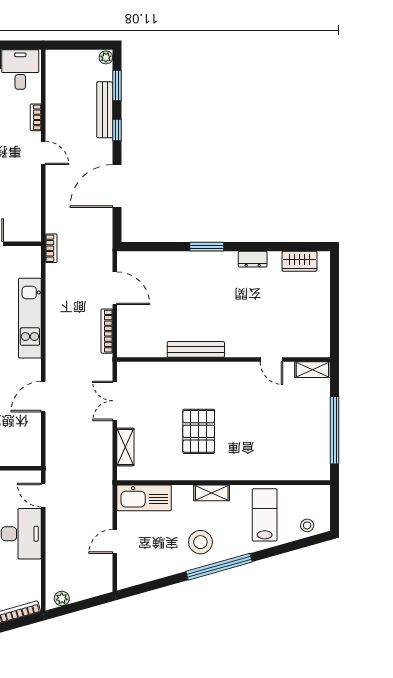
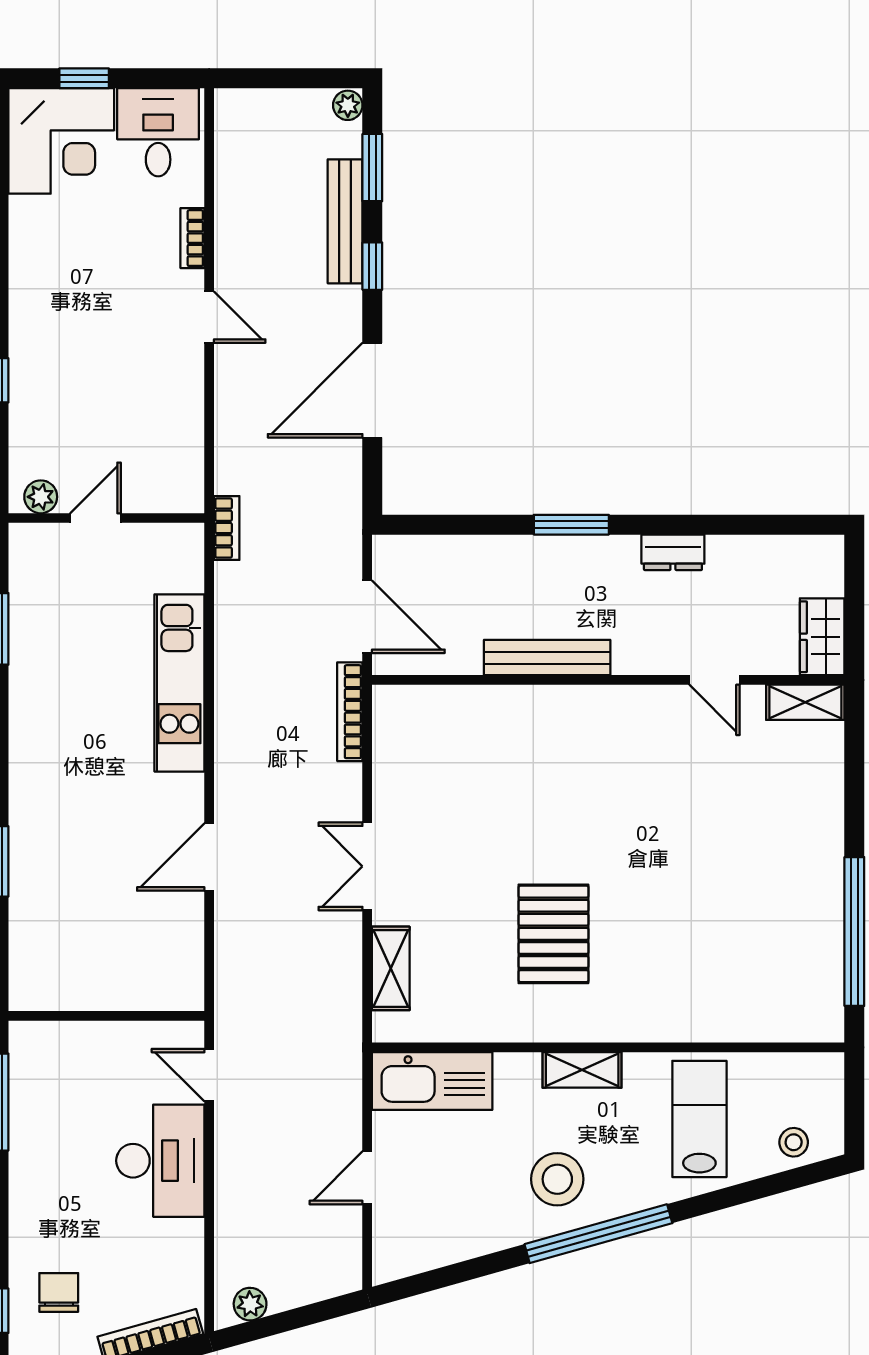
wardrobe: (300, 261) -> (822, 637), moved, turned 90
bench: (196, 349) -> (547, 658), moved
wall: (223, 360) -> (608, 680), moved
door: (271, 360) -> (715, 680), moved
shelving: (312, 370) -> (805, 702), moved

